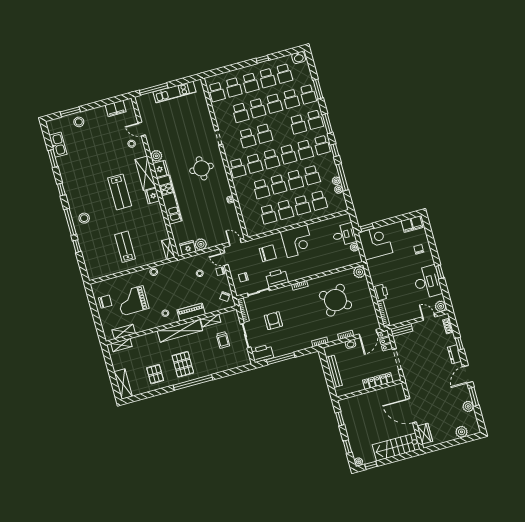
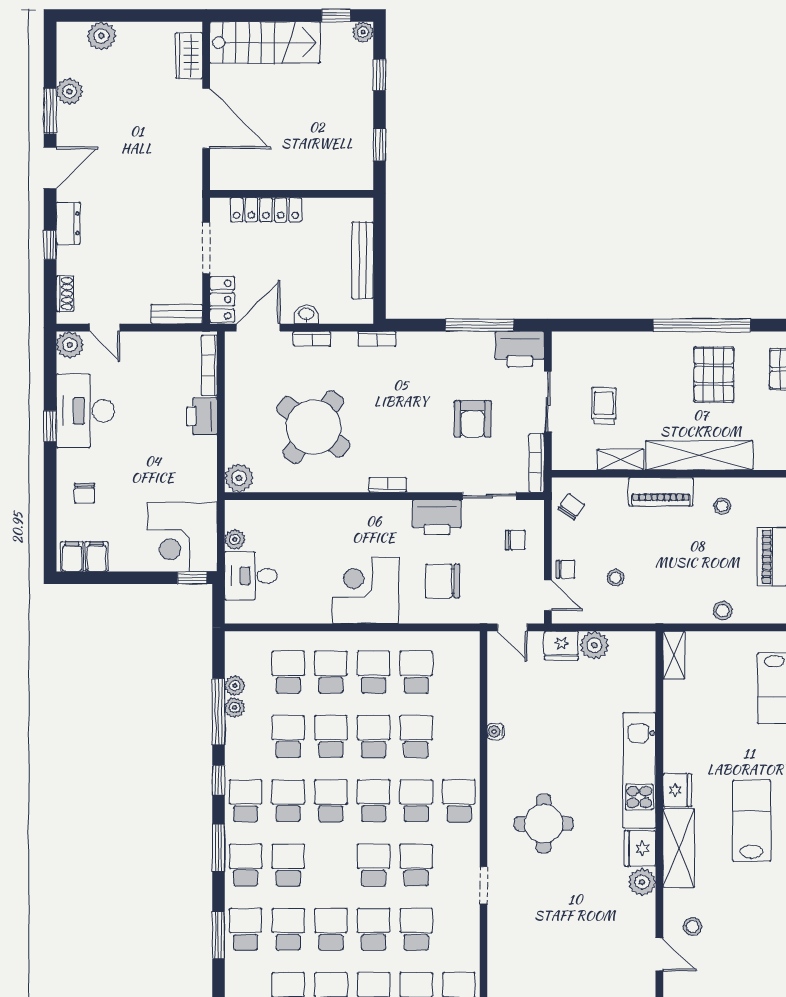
fridge: (188, 248) -> (561, 646), moved

